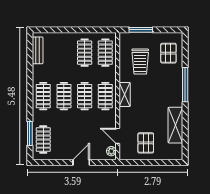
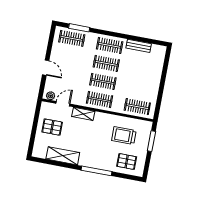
bench: (38, 50) -> (139, 46), moved
clothes rail: (85, 53) -> (141, 89), removed
shelving: (125, 95) -> (83, 114), moved

